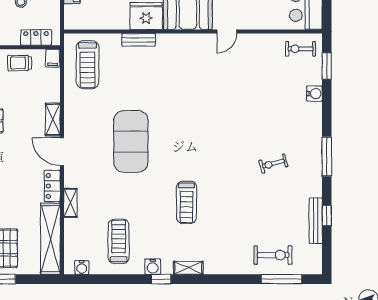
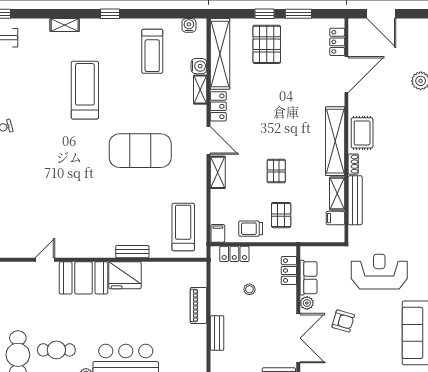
trolley: (20, 63) -> (251, 229), turned 180
exercise mat: (131, 141) -> (140, 151), turned 90
treadmill: (186, 202) -> (85, 90), width x1.37, depth x1.38
water cooler: (153, 267) -> (199, 66), moved, turned 90
shelving: (188, 268) -> (65, 25), moved

